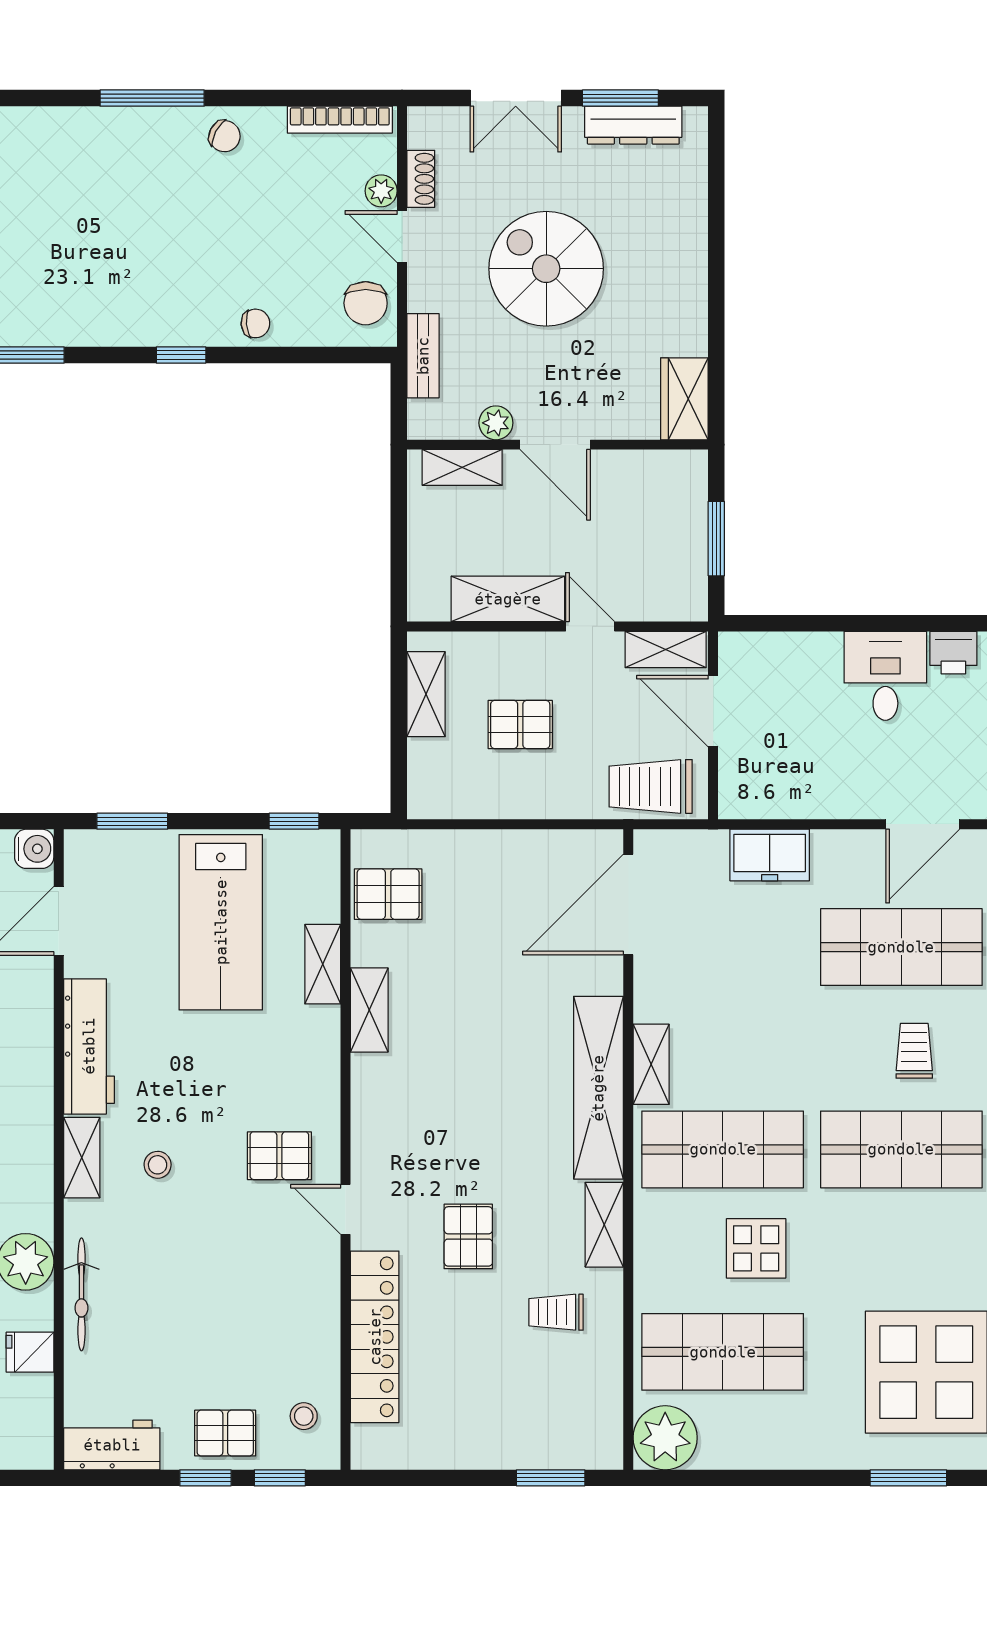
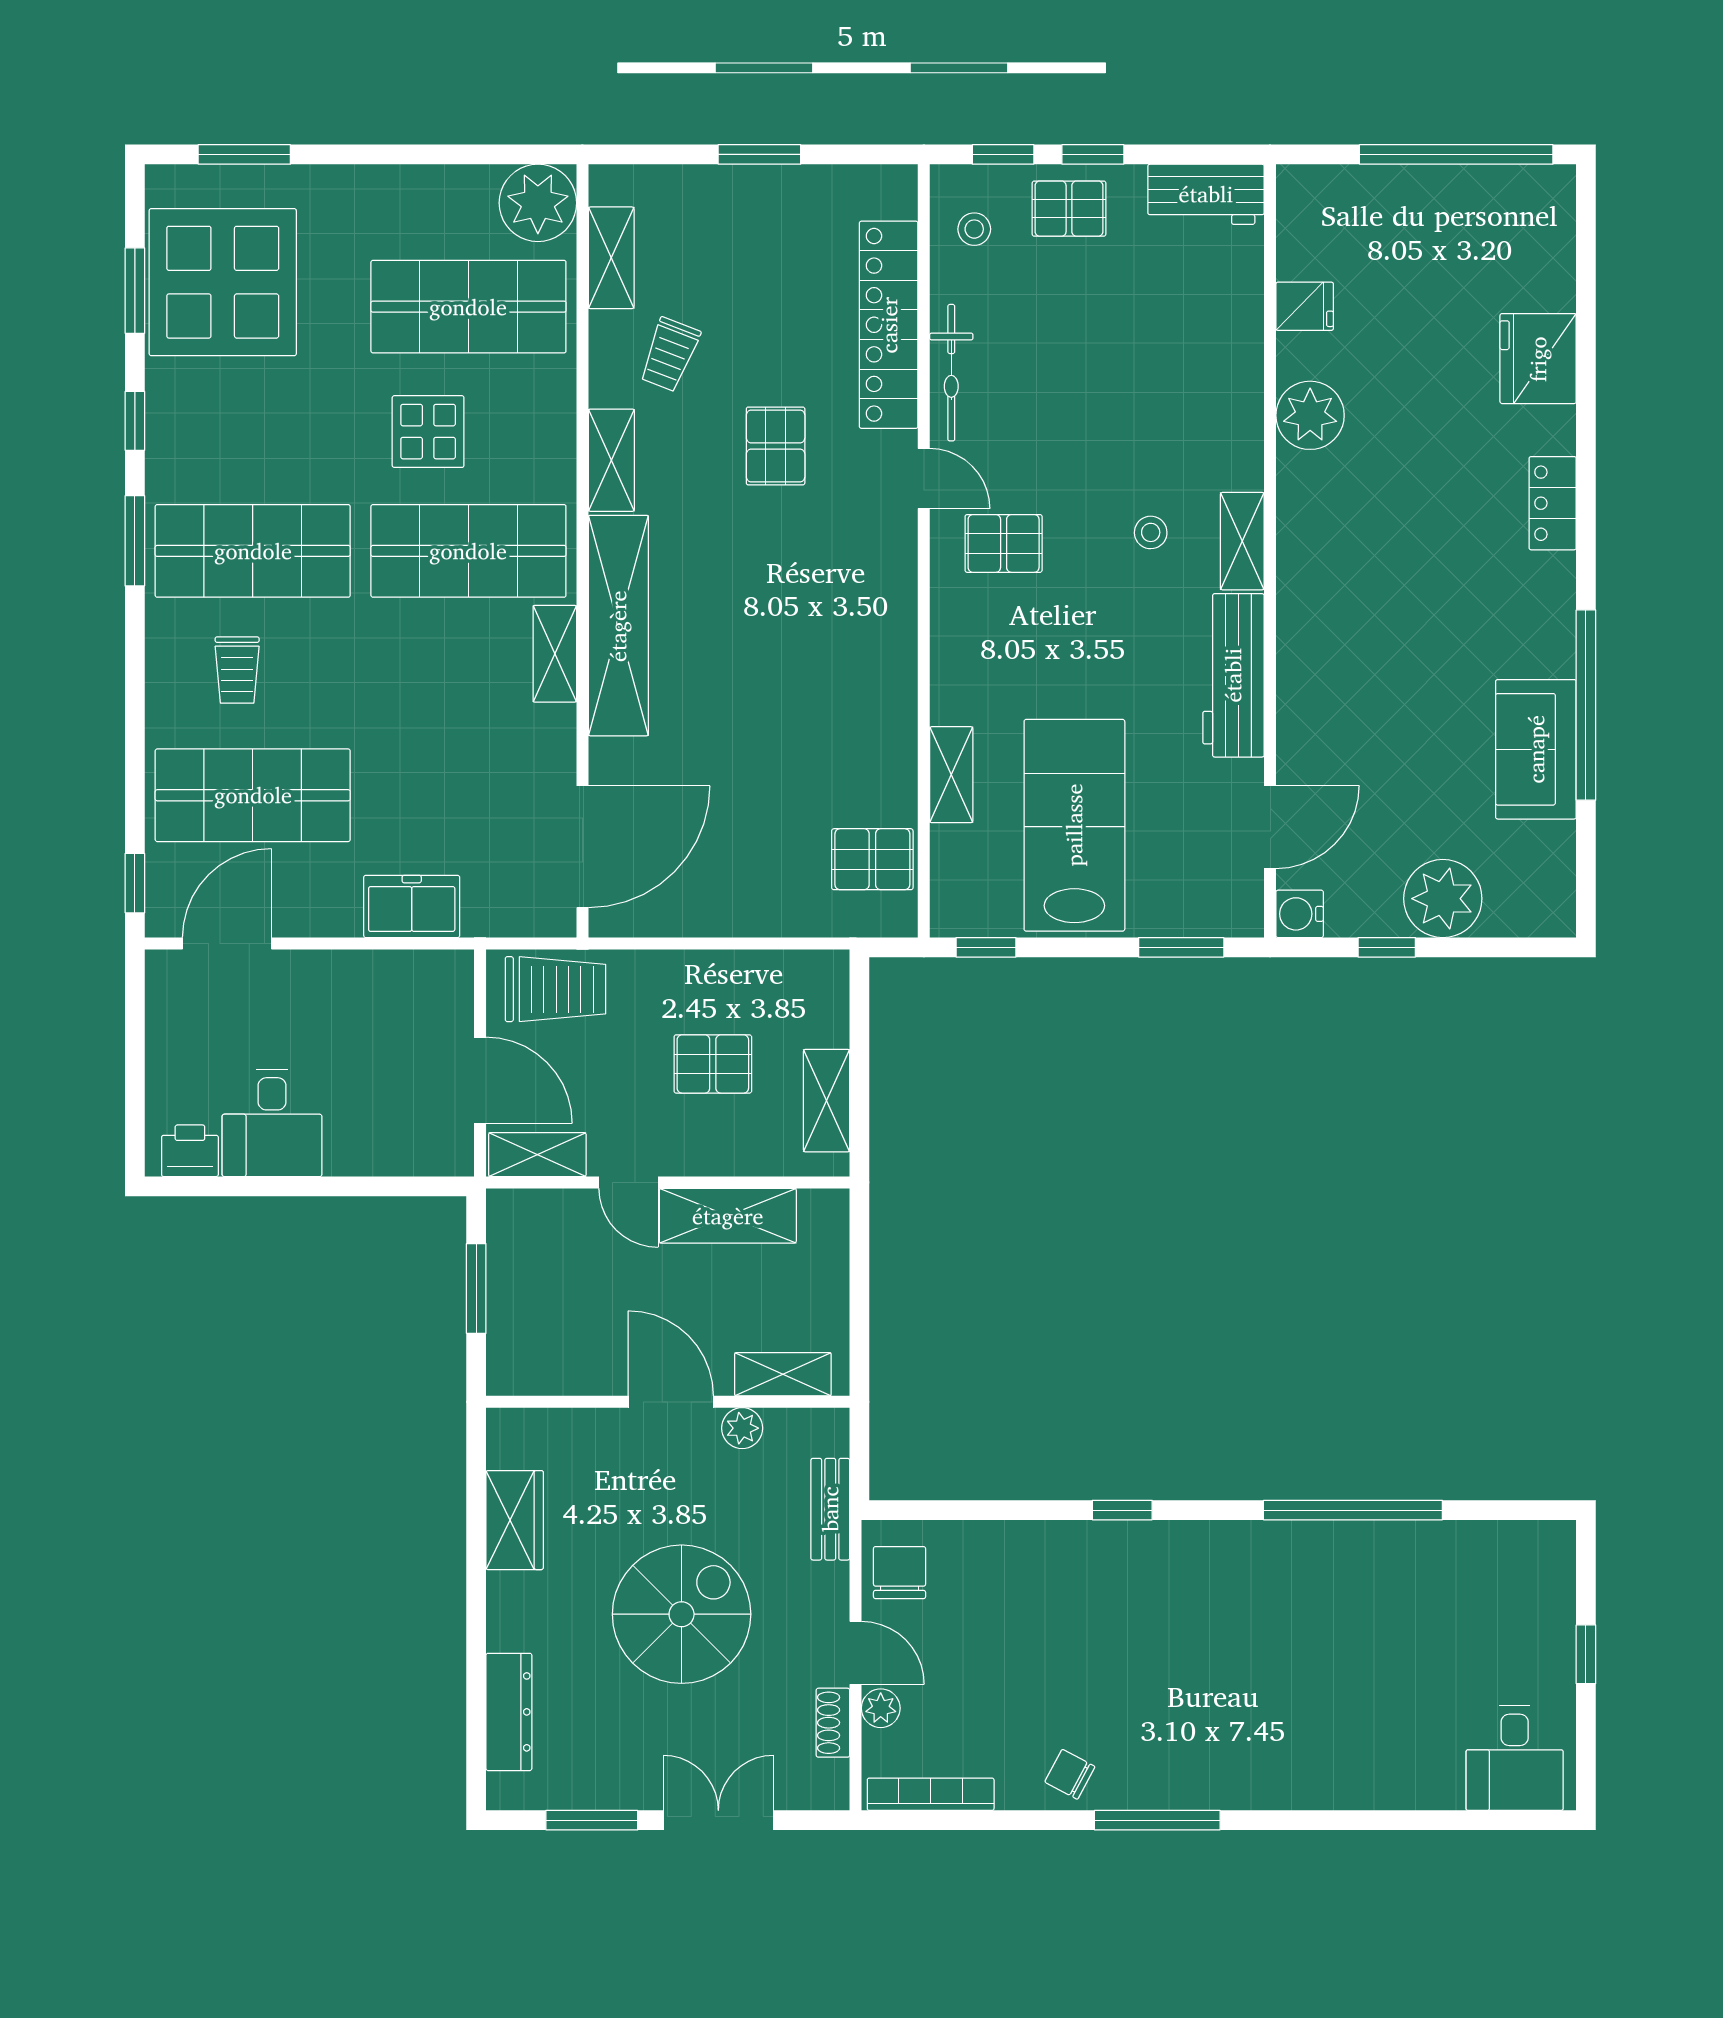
dresser: (633, 125) -> (509, 1712), moved, turned 90
spiral stairs: (546, 269) -> (682, 1614), turned -90
chair: (255, 323) -> (1033, 1548), removed
wardrobe: (684, 399) -> (515, 1520), moved
shelving: (369, 1010) -> (611, 258), moved
bicycle: (81, 1294) -> (951, 373), moved, turned 180
trolley: (556, 1312) -> (670, 355), turned 111
window: (551, 1478) -> (759, 154), moved

